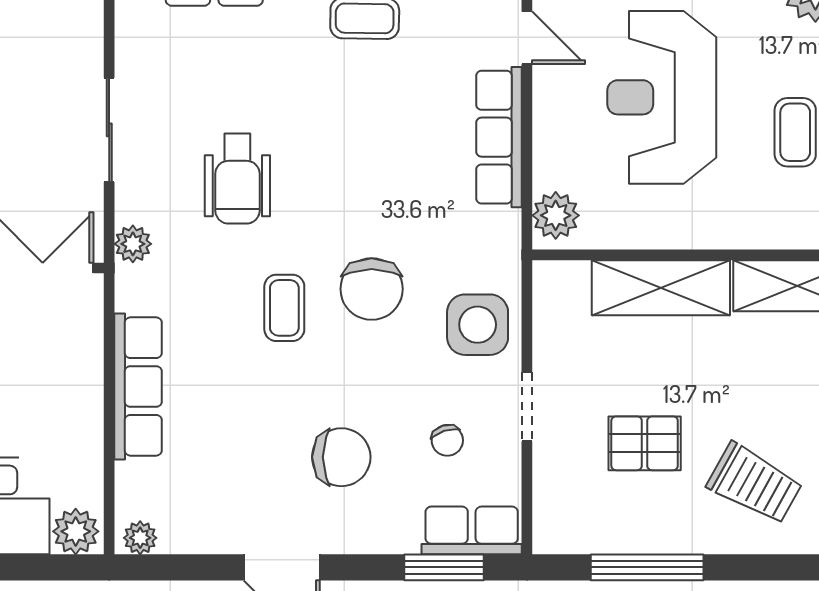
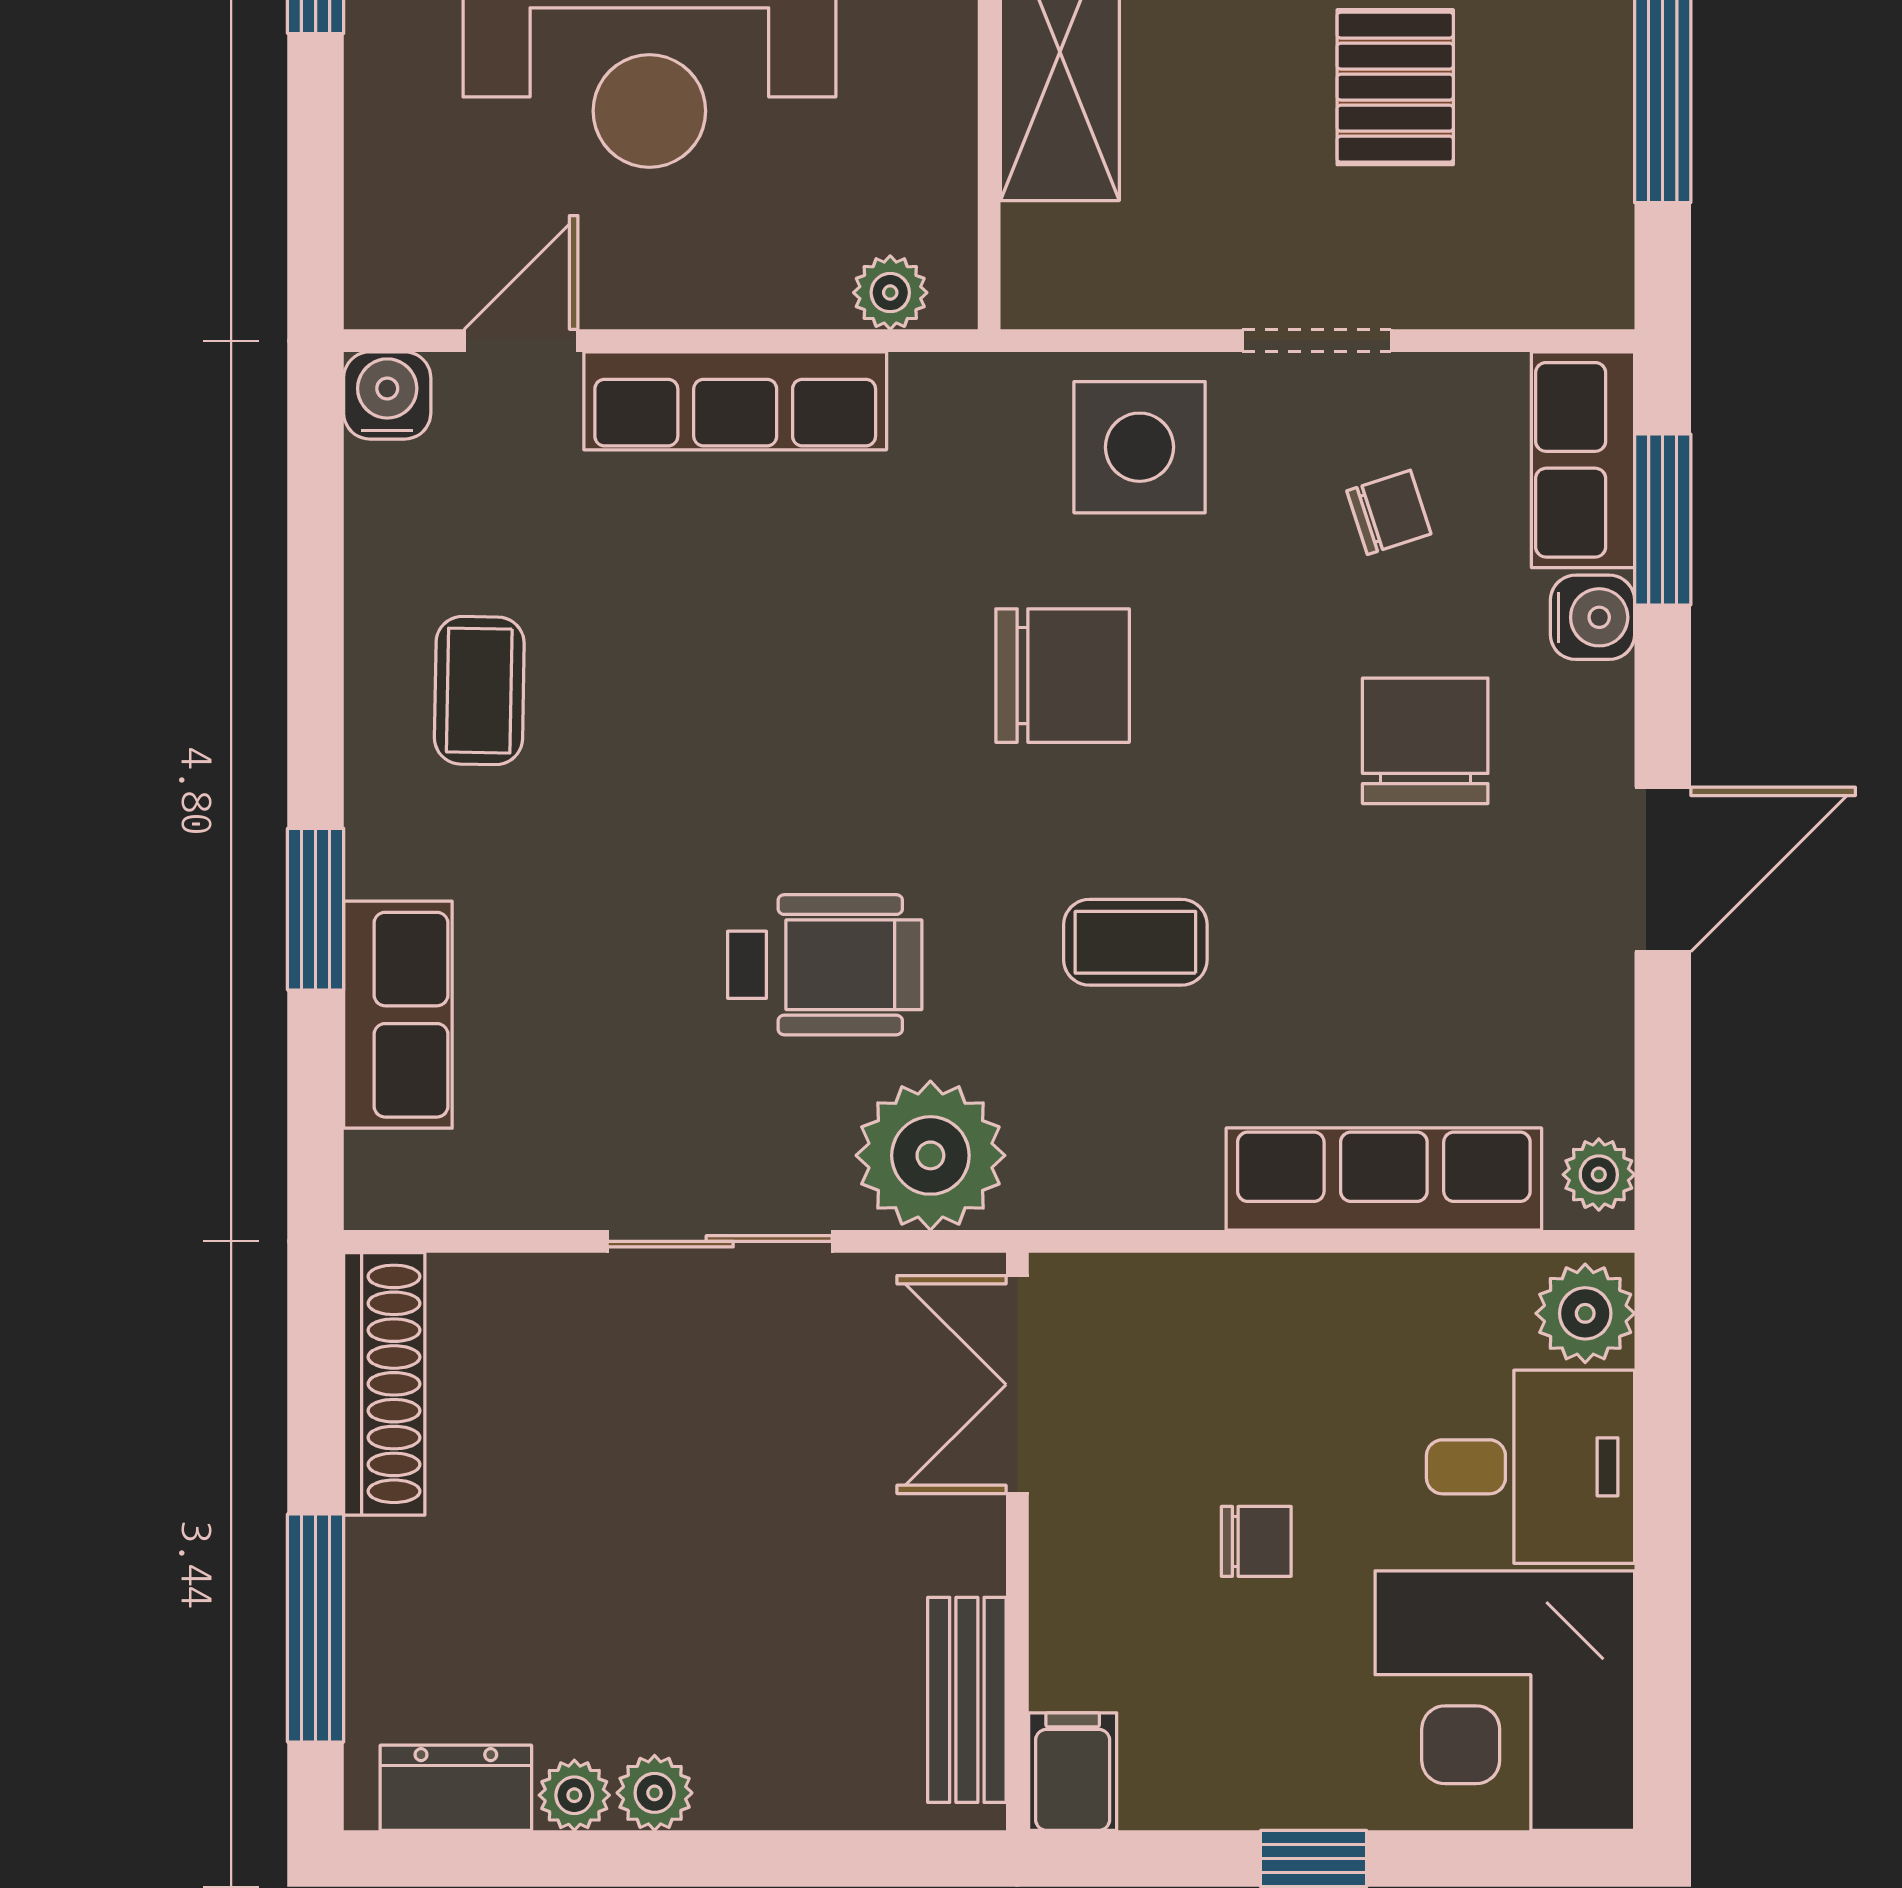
plant: (556, 215) -> (890, 293), width x0.73, depth x0.73
plant: (133, 244) -> (930, 1155), width x1.87, depth x1.87
coffee table: (284, 308) -> (1135, 942), moved
row of seats: (138, 386) -> (1384, 1179), moved
water cooler: (399, 535) -> (1592, 617), added

